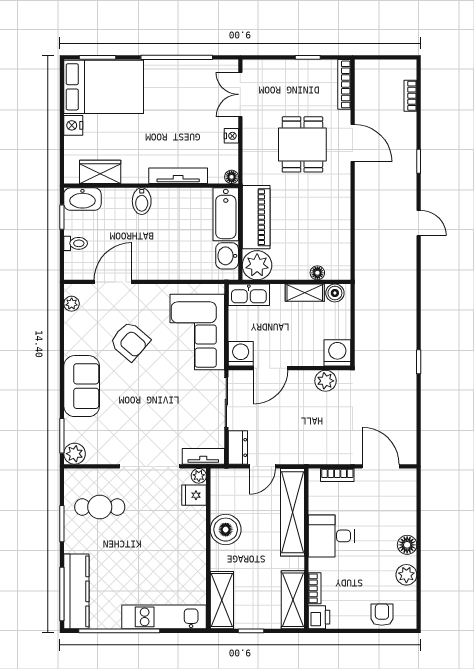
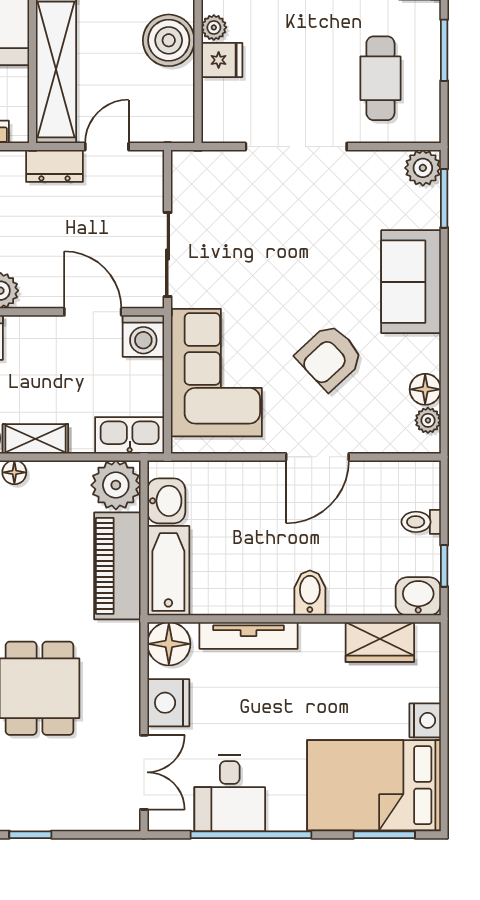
desk: (189, 82) -> (230, 793), added
nightstand: (231, 136) -> (168, 703), width x1.89, depth x1.79
floor lamp: (232, 177) -> (169, 644), width x1.89, depth x1.89
washbasin: (82, 199) -> (418, 596), width x0.72
door: (113, 282) -> (317, 457), moved
floor lamp: (73, 322) -> (425, 389), added
armchair: (130, 341) -> (330, 357), turned -84
door: (271, 368) -> (93, 312), hinge flipped
dresser: (238, 447) -> (54, 166), moved, turned -90
tv unit: (203, 456) -> (206, 163), removed
plant: (199, 476) -> (214, 27), moved
fridge: (194, 495) -> (222, 60), moved
cafe table: (100, 507) -> (380, 78), turned 90

